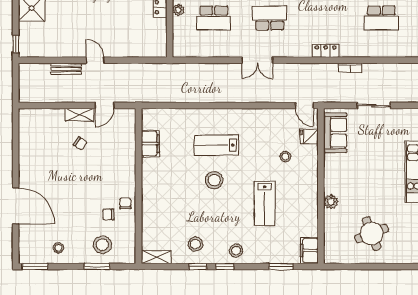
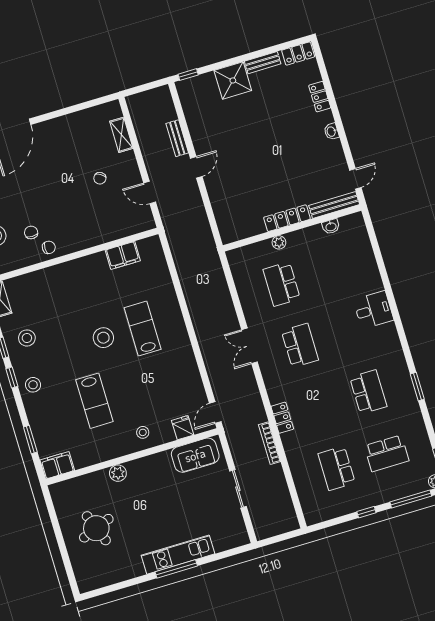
bookcase: (350, 68) -> (270, 443), width x1.56
shelving: (79, 115) -> (121, 135), moved
stool: (285, 157) -> (143, 432), moved
lab bench: (265, 203) -> (94, 401), turned -90

